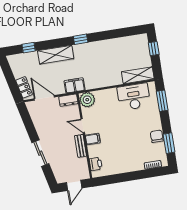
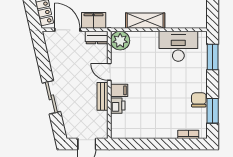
shelving: (138, 75) -> (145, 21), moved
filing cabinet: (75, 85) -> (94, 20), moved
printer: (96, 164) -> (118, 106), moved

